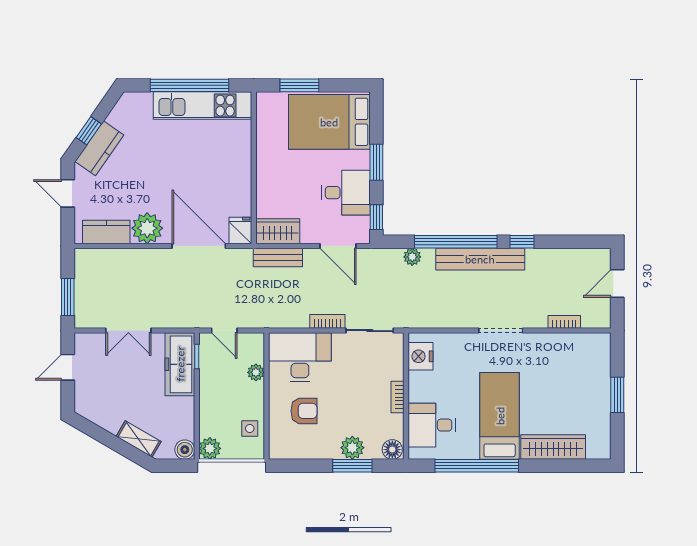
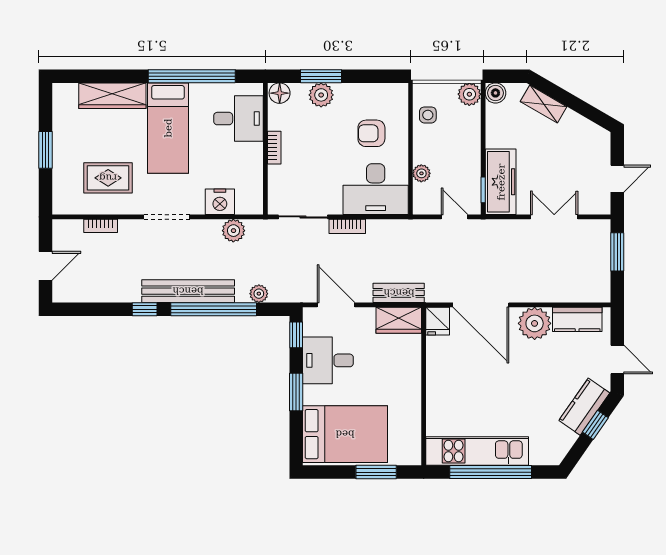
plant: (437, 317) -> (233, 231), added
nightstand: (420, 356) -> (220, 202), moved, turned 90
rug: (557, 368) -> (108, 178), added

